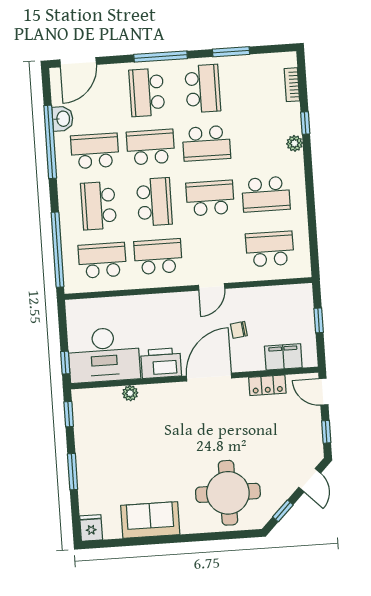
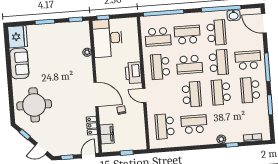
school desk: (203, 89) -> (250, 90), turned 90
school desk: (266, 194) -> (194, 124), turned 90
school desk: (270, 249) -> (165, 126), turned 180
school desk: (158, 257) -> (160, 67), turned 180
school desk: (102, 260) -> (158, 37), turned 90
printer: (161, 363) -> (133, 73), moved, turned 180
fridge: (91, 528) -> (18, 37), width x1.88, depth x1.34

